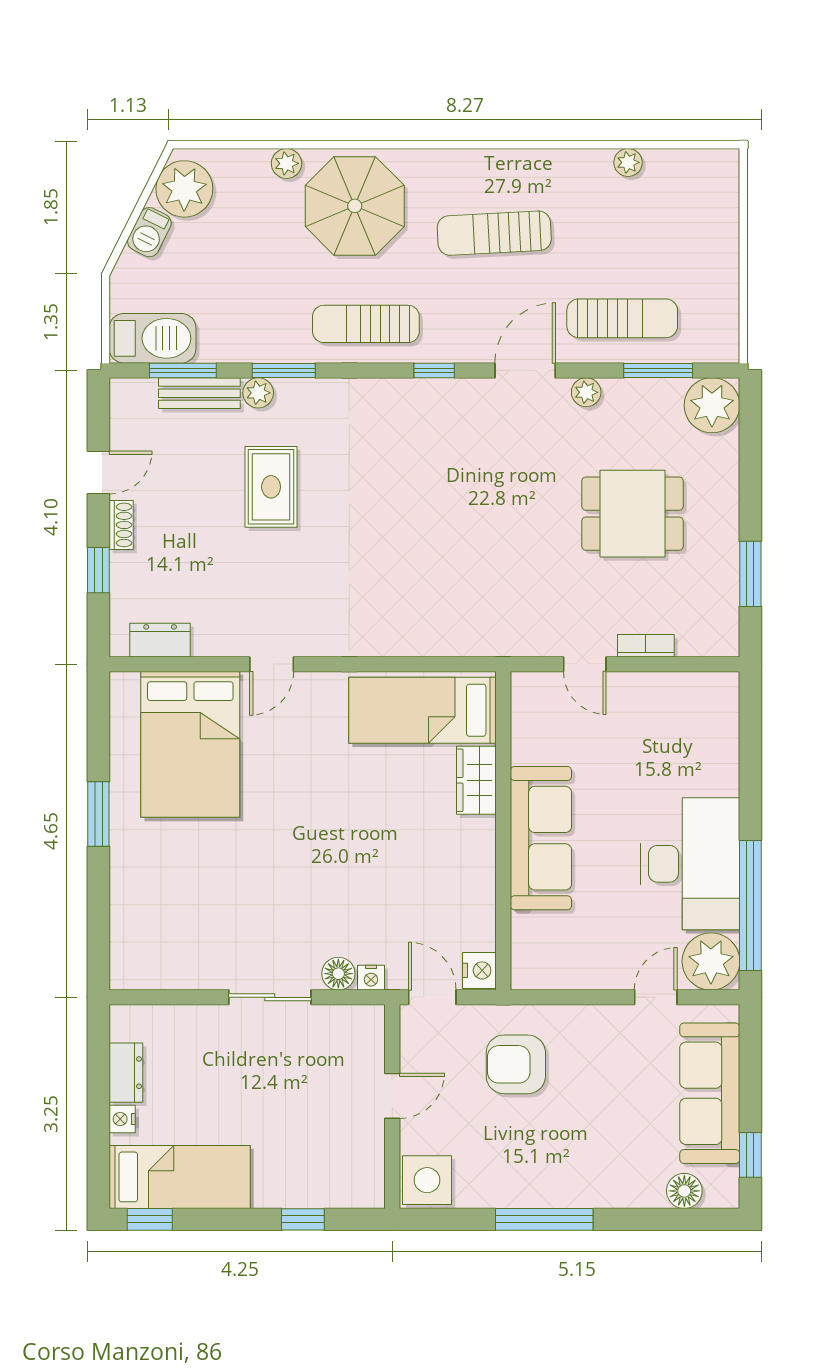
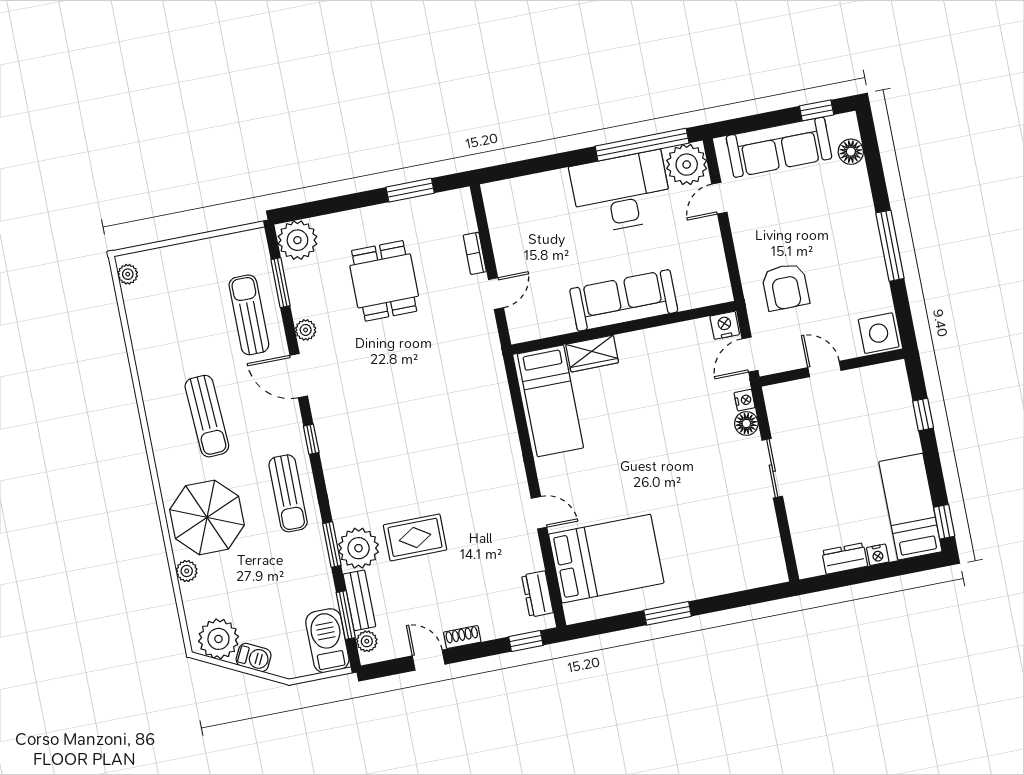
plant: (628, 162) -> (128, 274), moved
plant: (141, 392) -> (367, 641), added
plant: (258, 393) -> (359, 548), width x1.88, depth x1.88
window: (98, 570) -> (526, 641), moved
door: (656, 997) -> (719, 198), hinge flipped

